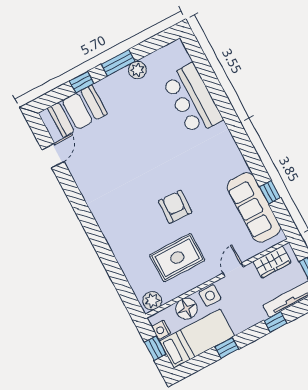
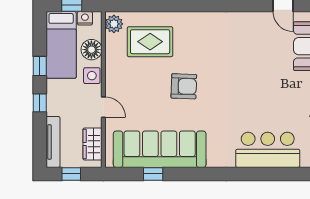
sofa: (254, 207) -> (160, 149), width x1.36, depth x1.27
rug: (177, 258) -> (150, 42), moved, turned 90
window: (275, 322) -> (40, 103), moved

